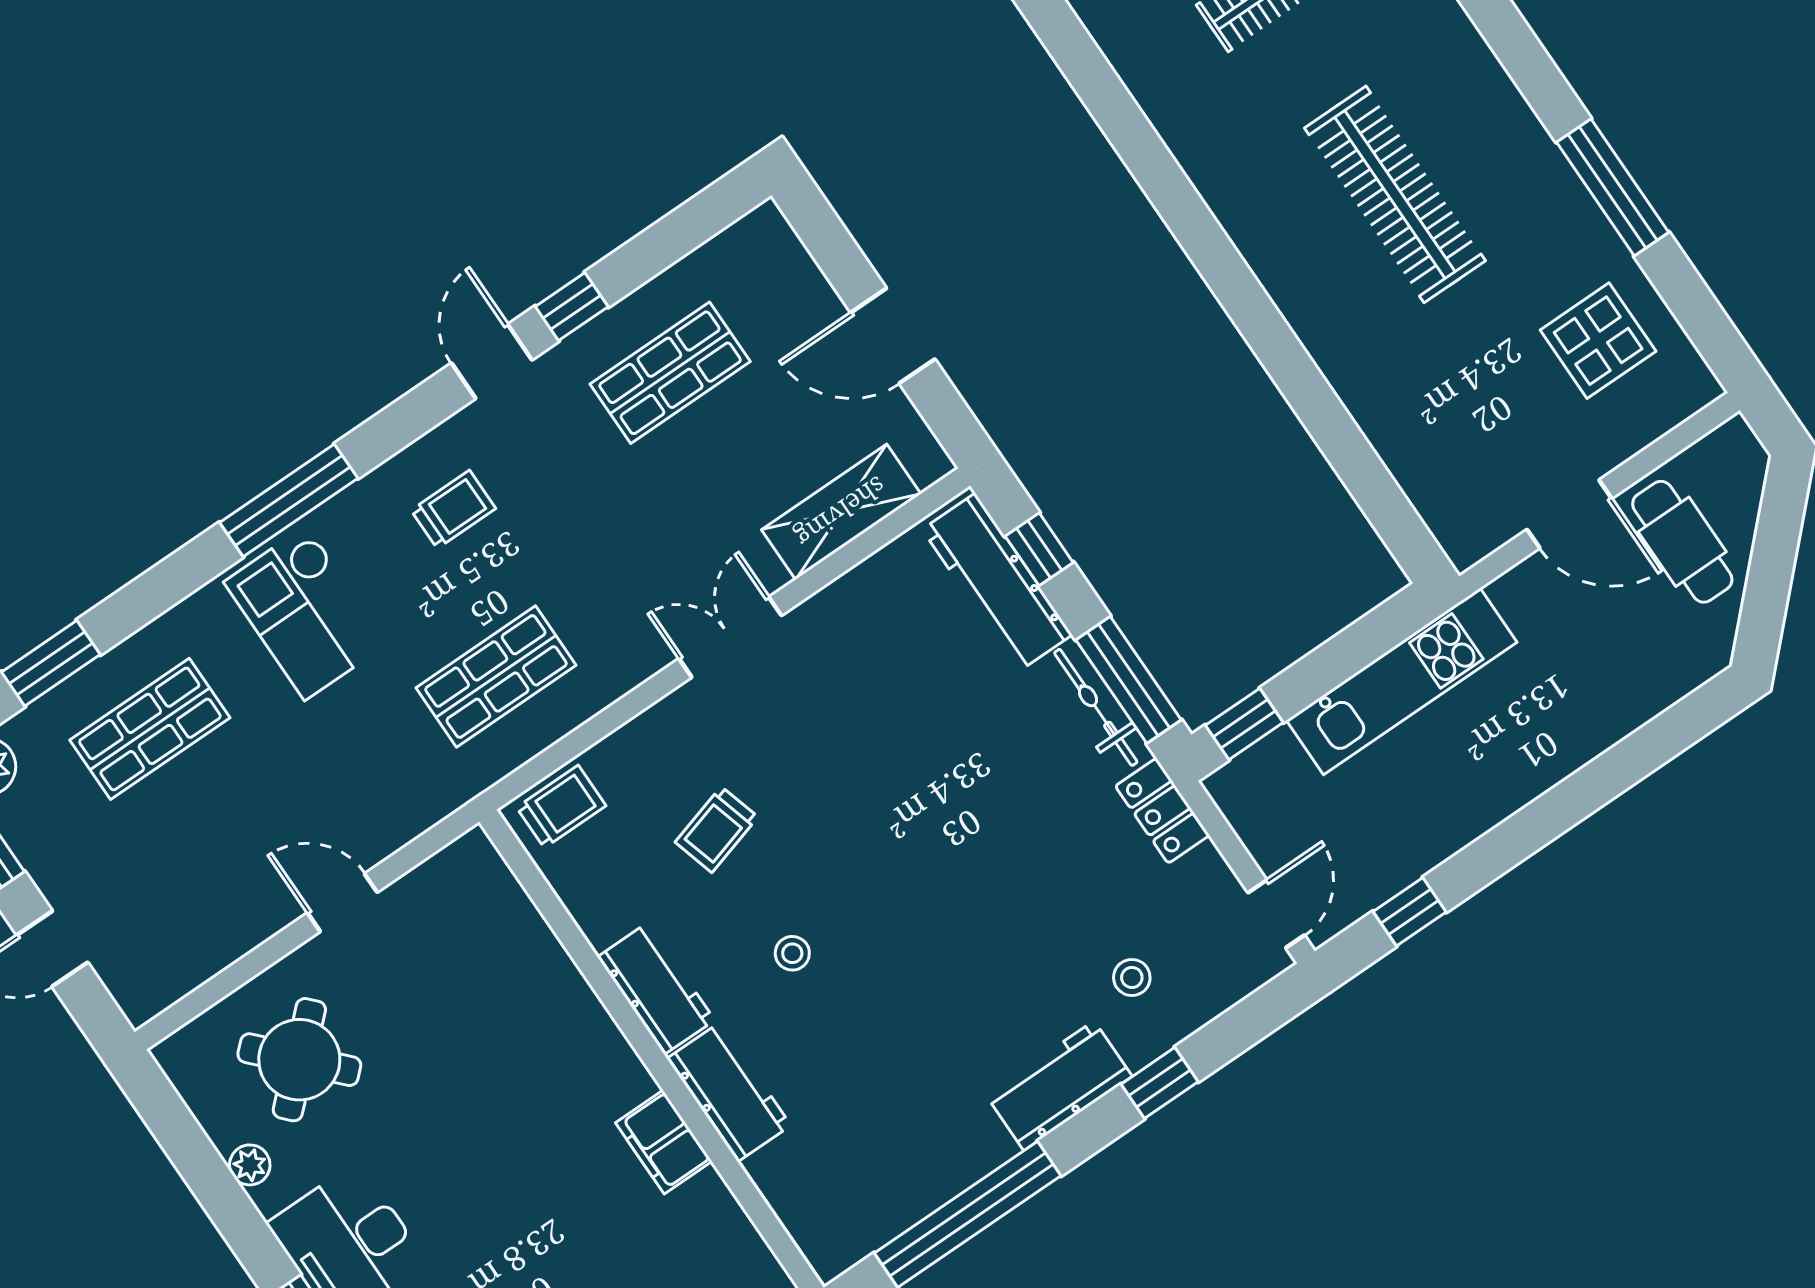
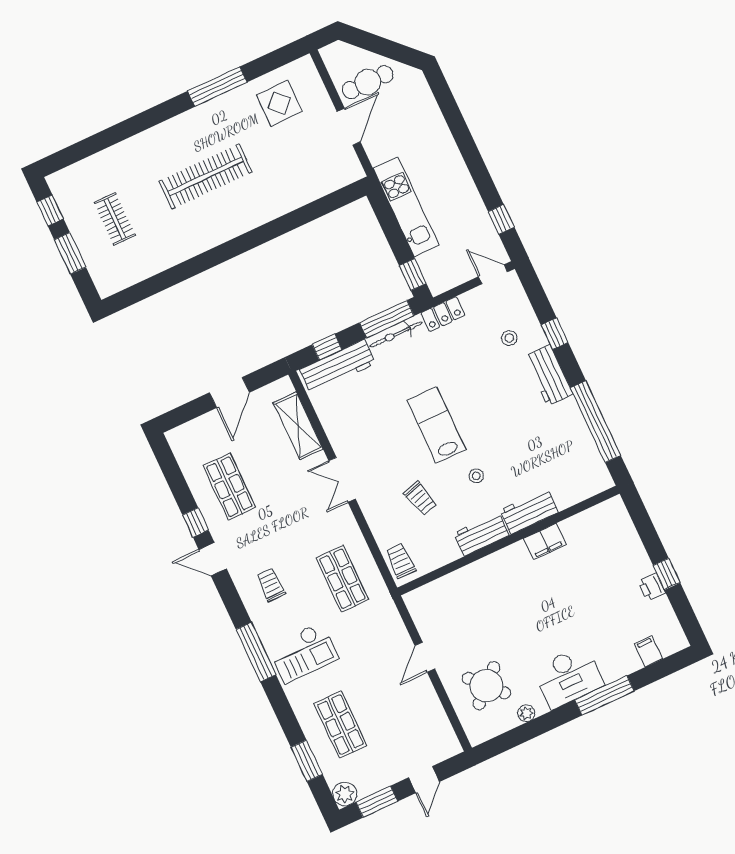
lab bench: (898, 839) -> (436, 425), added

